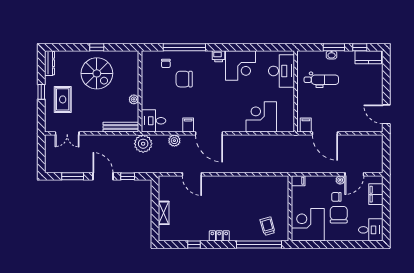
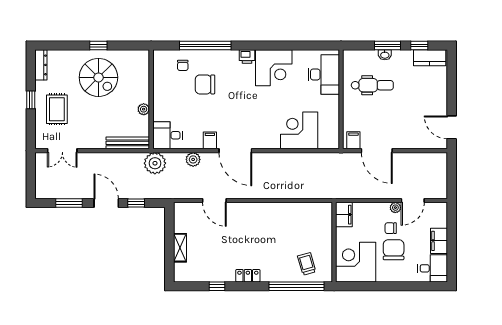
filing cabinet: (298, 181) -> (344, 215), width x2.00
filing cabinet: (376, 194) -> (439, 241), moved

